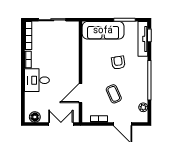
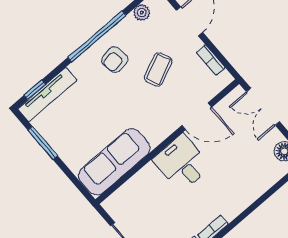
sofa: (103, 30) -> (114, 162), moved, turned -90
armchair: (118, 63) -> (115, 60), moved
desk: (37, 80) -> (182, 163), moved, turned 180

